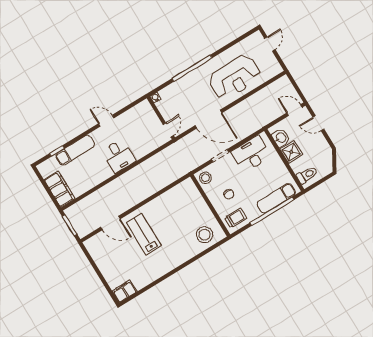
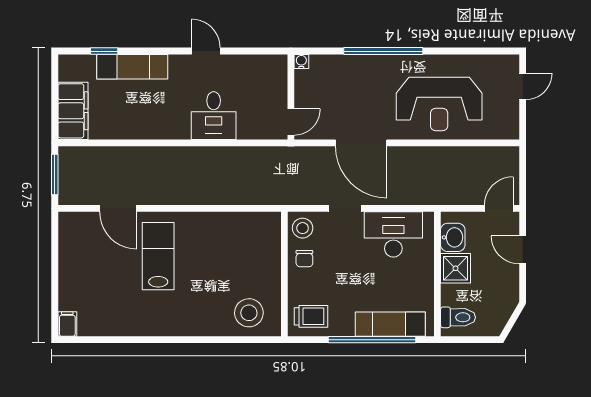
door: (295, 110) -> (499, 208), hinge flipped
desk: (119, 156) -> (214, 116), moved
chair: (229, 194) -> (304, 259), moved
filing cabinet: (124, 291) -> (67, 324), width x0.50

